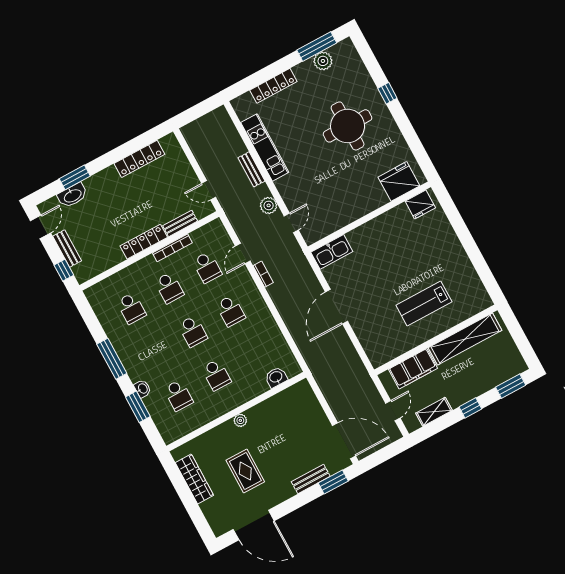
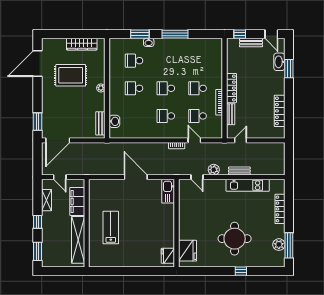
school desk: (131, 308) -> (198, 61), removed
rug: (245, 471) -> (71, 75), width x1.36, depth x1.43
bench: (311, 479) -> (100, 123), moved

